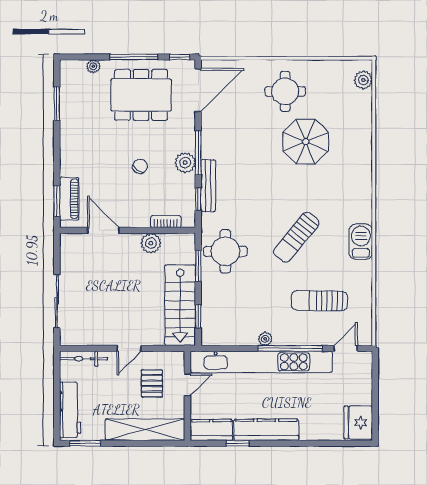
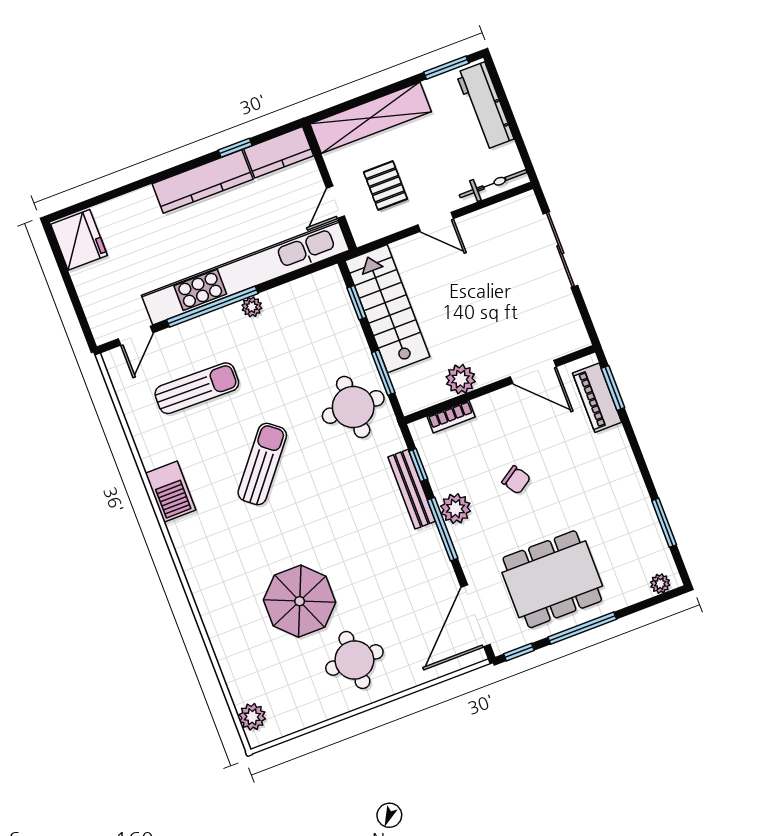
plant: (93, 66) -> (660, 584), moved
chair: (140, 166) -> (516, 480), turned -71
door: (129, 348) -> (436, 222), swing flipped

